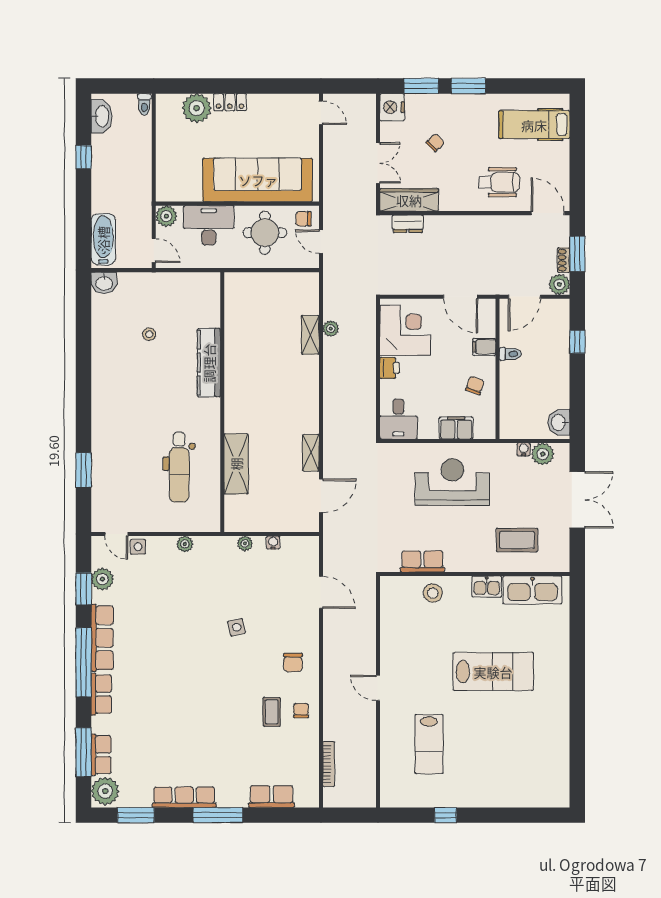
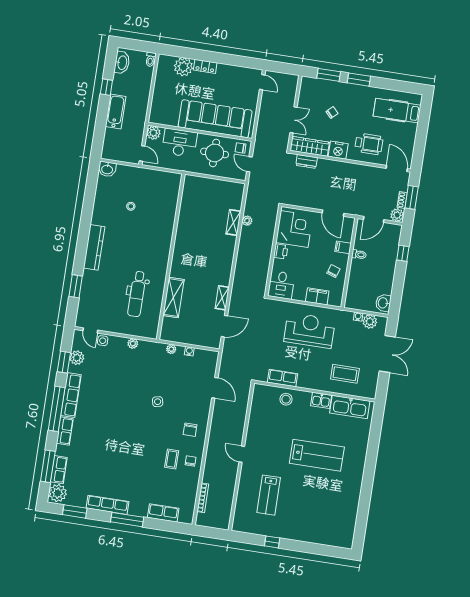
nightstand: (392, 107) -> (338, 150), moved, turned -90
bathtub: (103, 239) -> (116, 111), moved
kitchen counter: (209, 363) -> (94, 247), moved, turned 180

